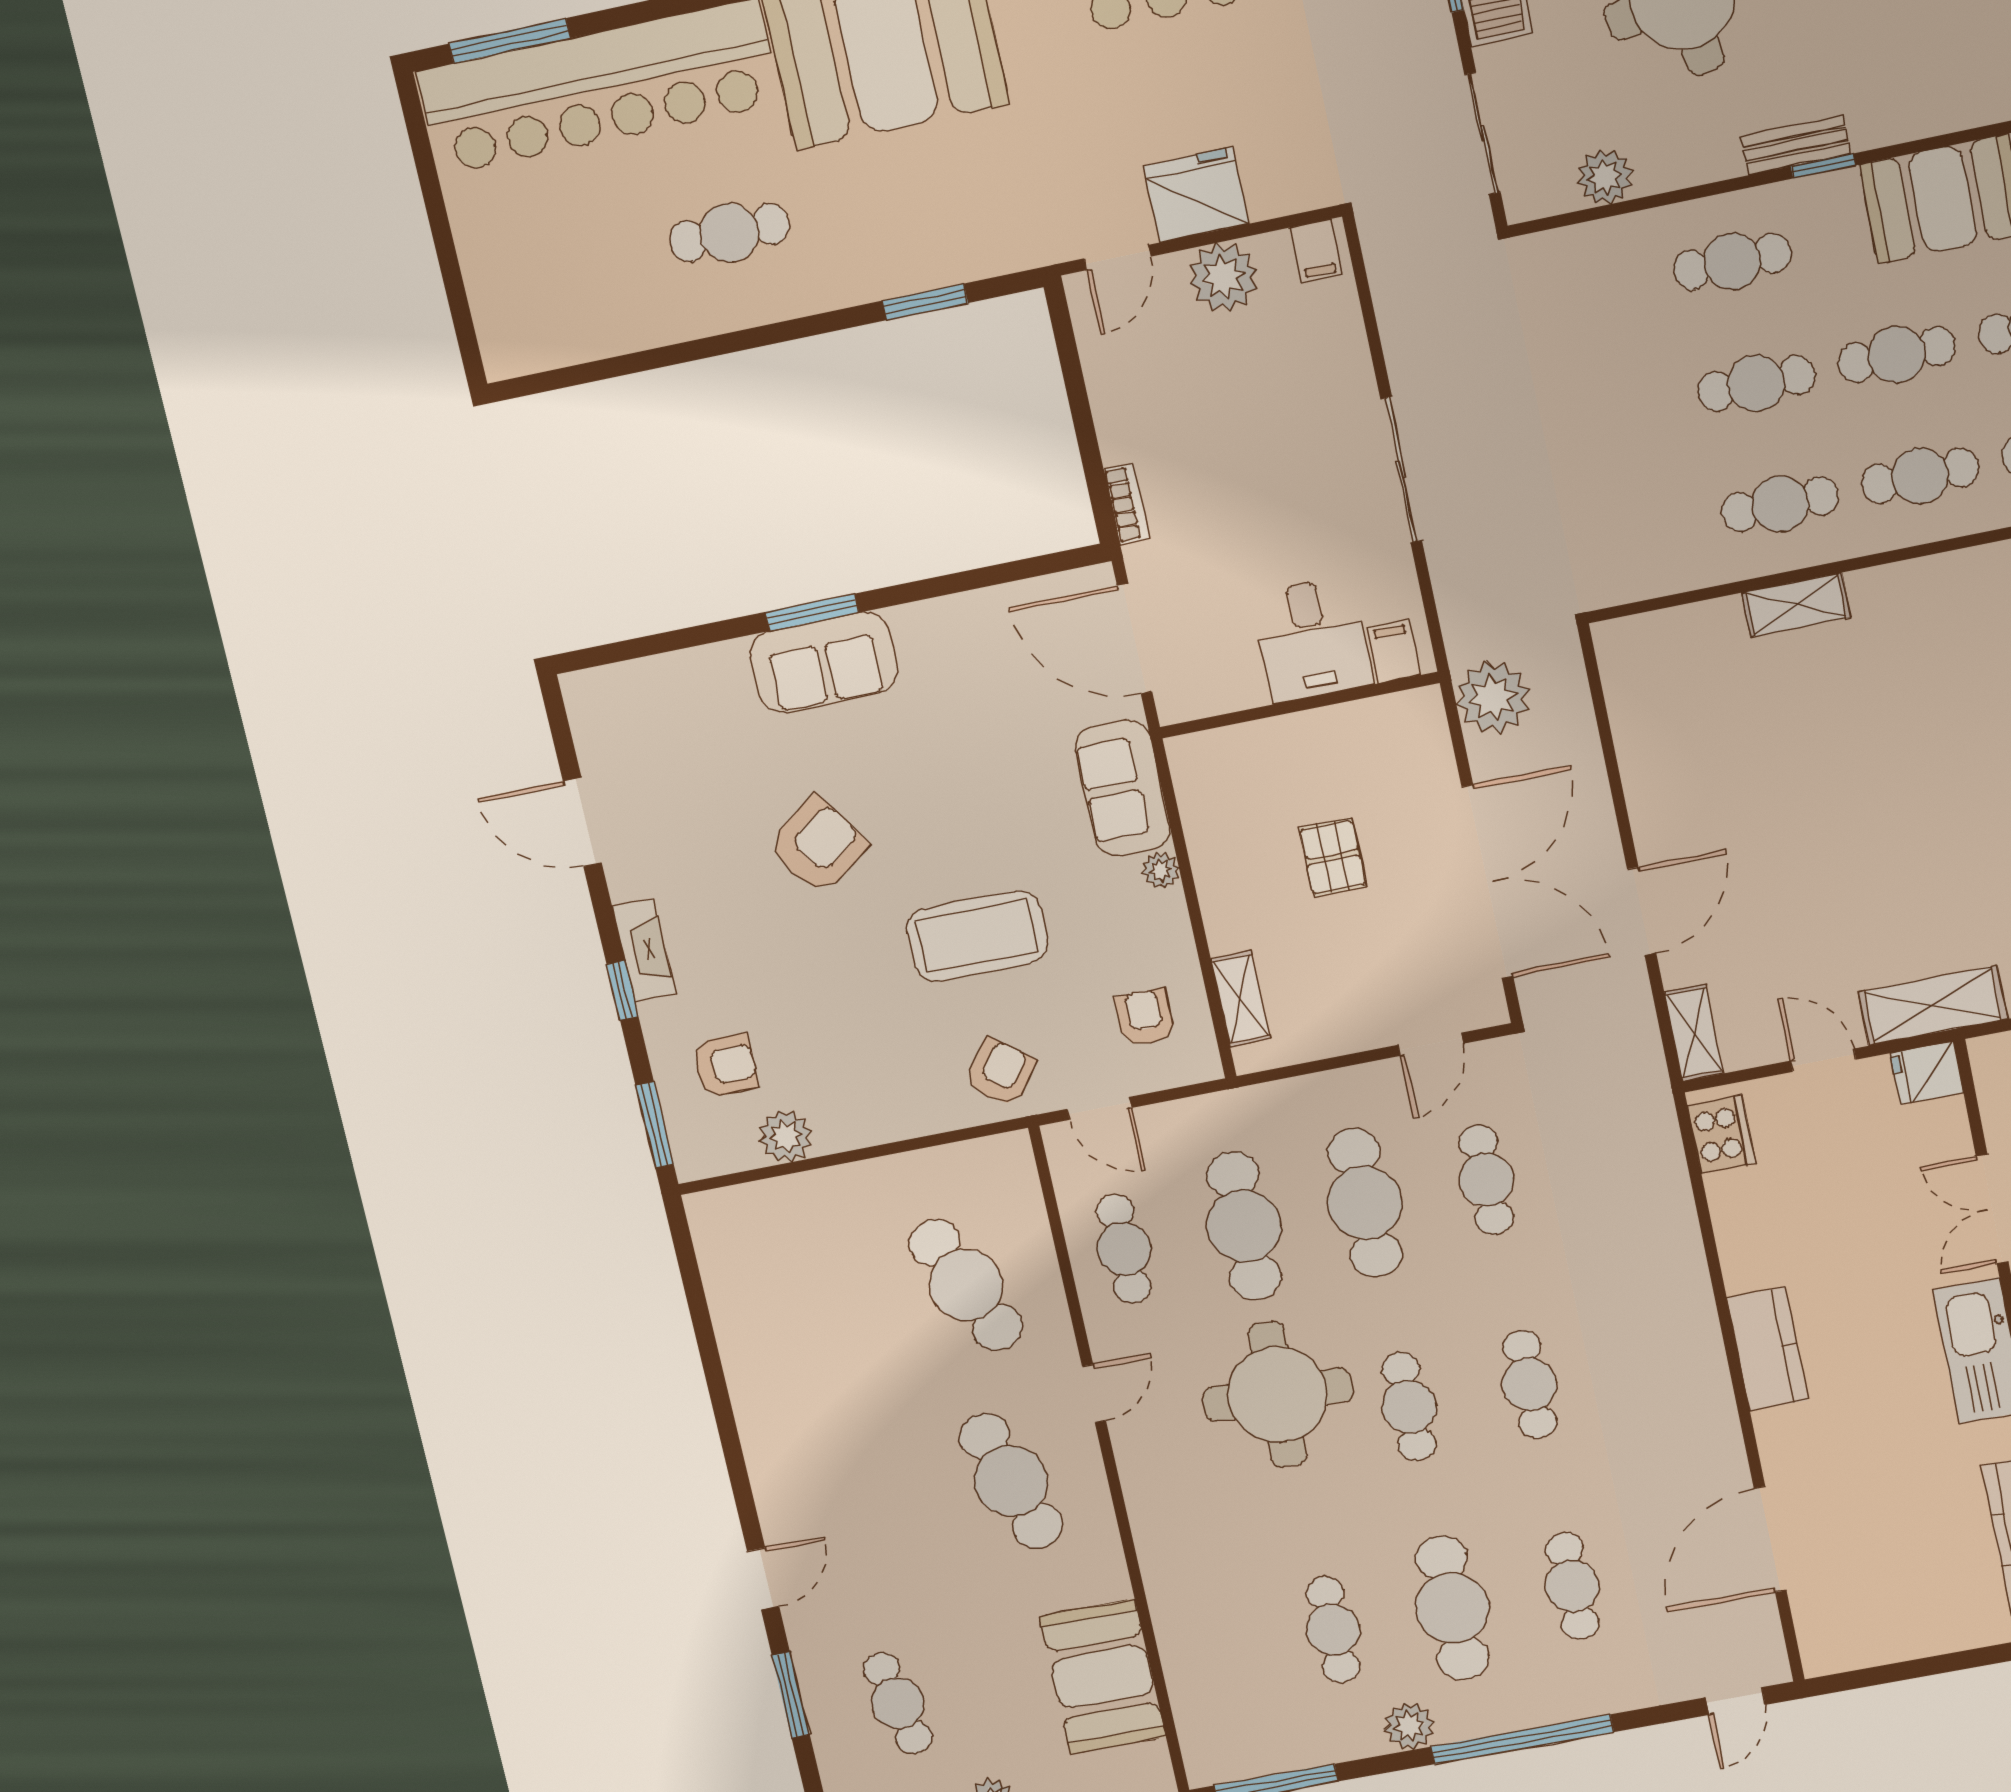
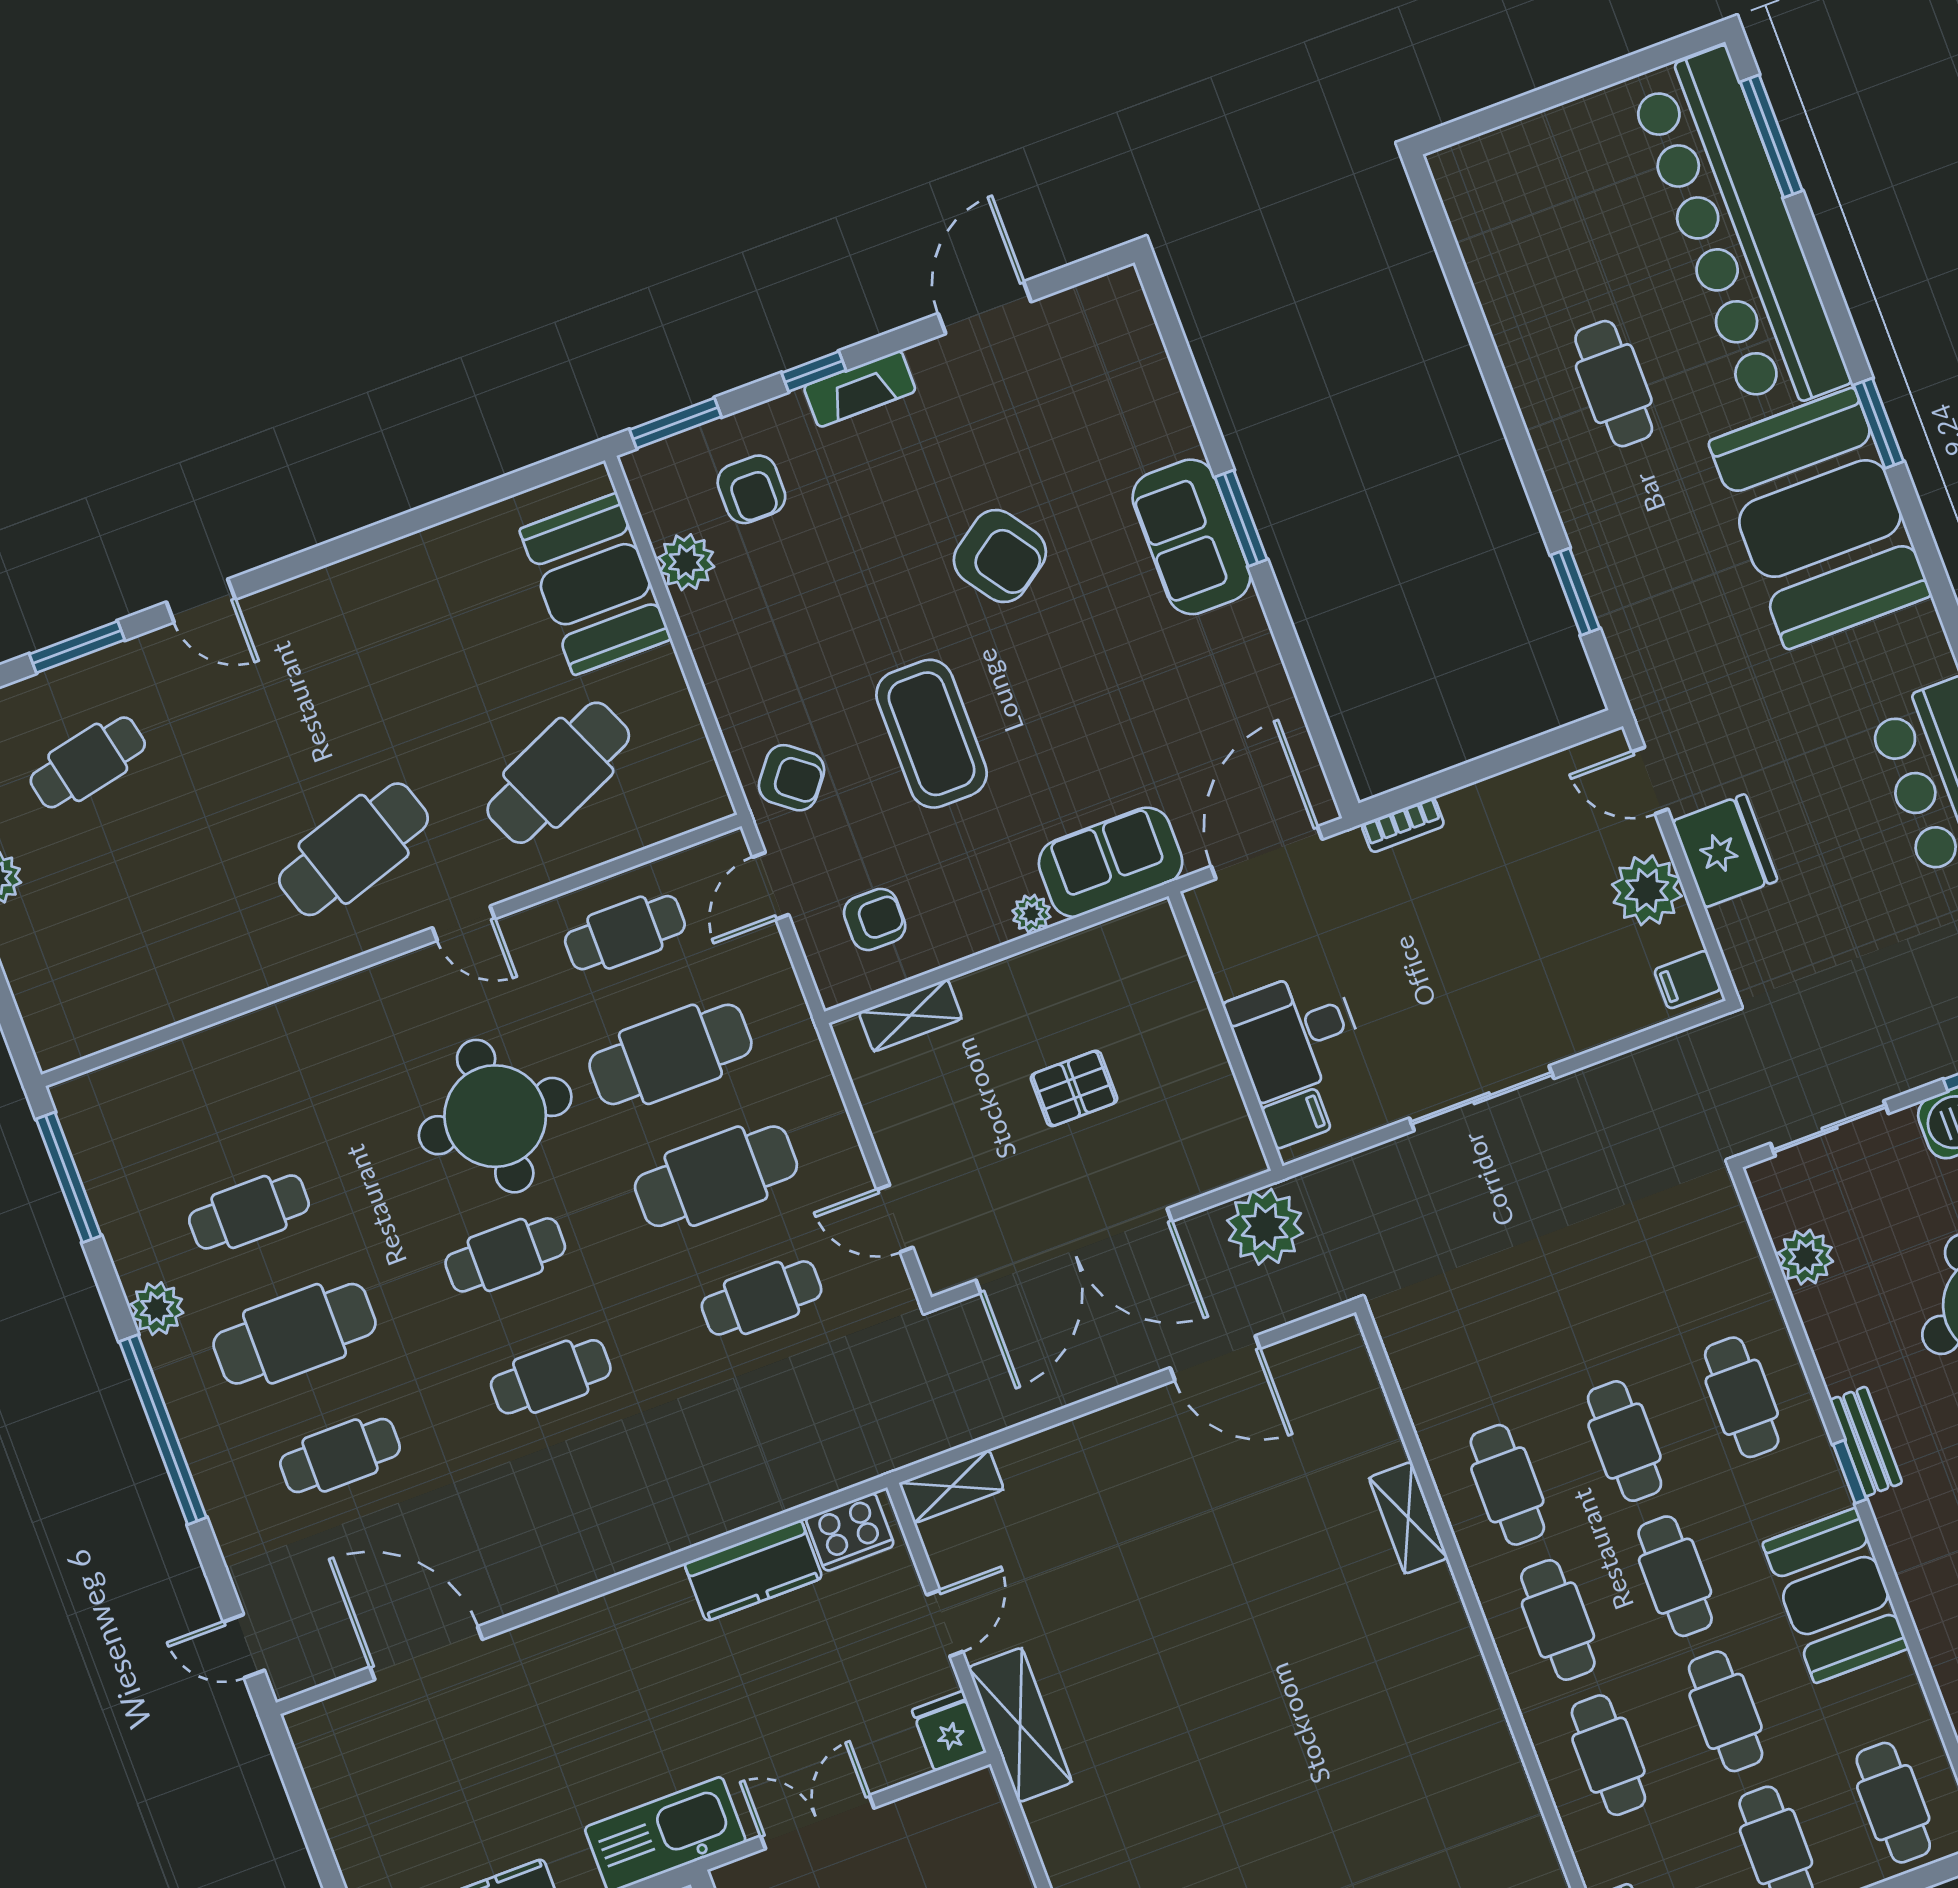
door: (1642, 911) -> (1215, 1358), moved
kitchen counter: (1767, 1349) -> (753, 1571), moved
booth: (1103, 1677) -> (595, 584), moved, turned 90

